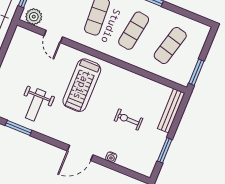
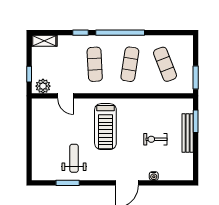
exercise mat: (170, 45) -> (165, 64), turned -36
weight bench: (36, 105) -> (74, 158), turned 180
bench: (171, 111) -> (188, 133), moved
window: (165, 150) -> (196, 121), moved

